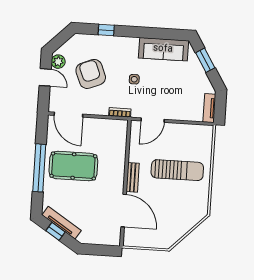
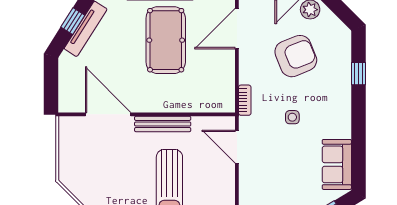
sofa: (163, 49) -> (337, 164), width x0.73
bench: (133, 177) -> (163, 124), width x1.36
door: (124, 211) -> (108, 114), swing flipped

